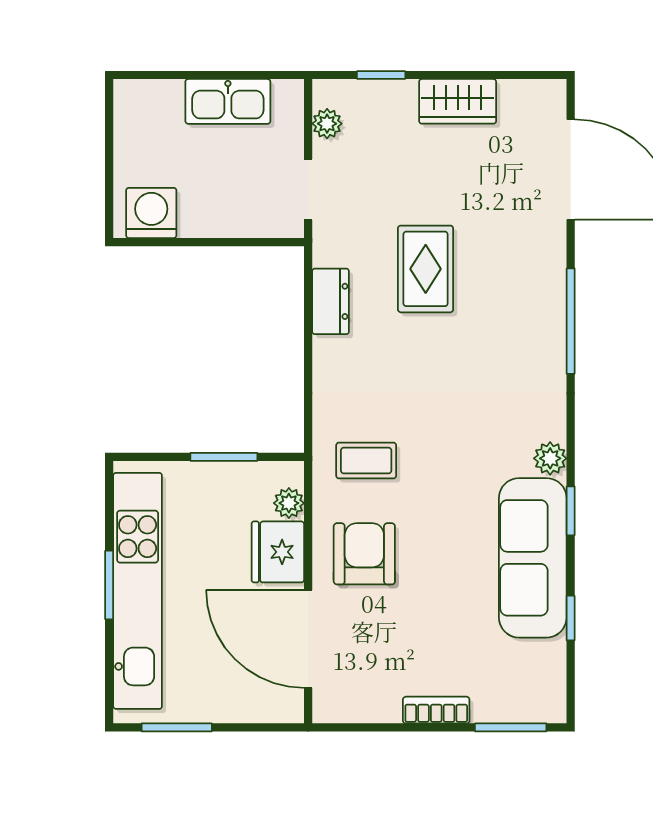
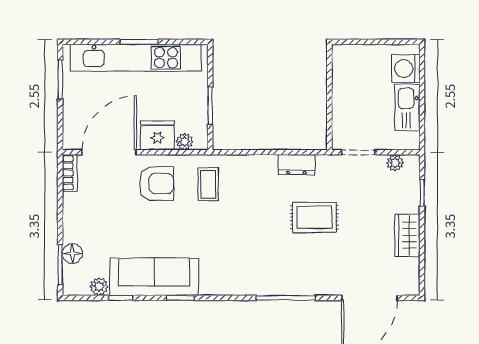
washing machine: (151, 213) -> (406, 68), moved, turned 180
plant: (550, 458) -> (99, 286), moved
floor lamp: (491, 705) -> (72, 253), added
bookcase: (436, 710) -> (70, 173), moved

